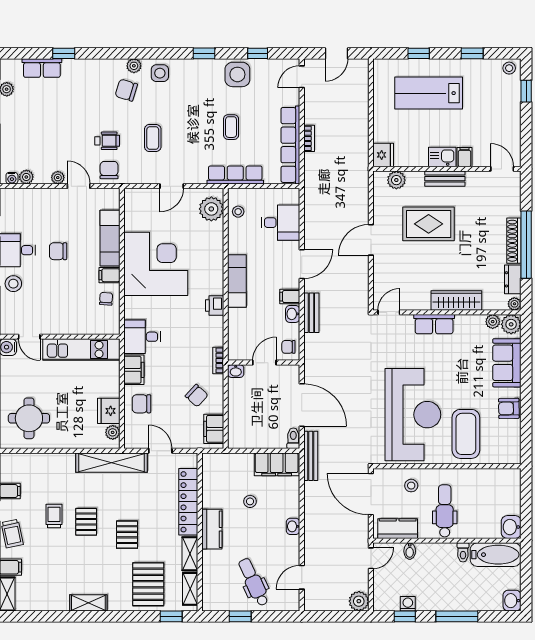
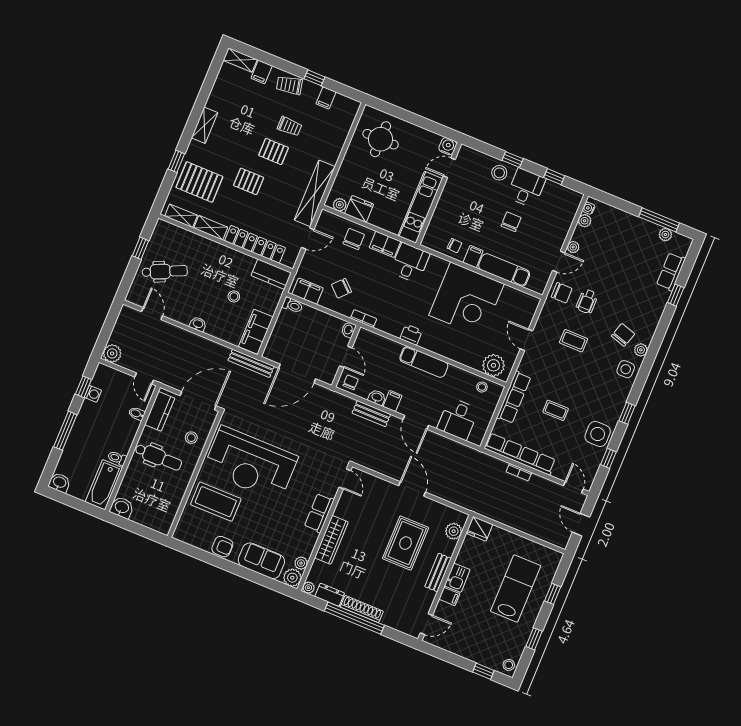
armchair: (509, 408) -> (222, 547), turned 91
toilet: (293, 438) -> (292, 305), moved
kitchen counter: (212, 529) -> (271, 274), moved
window: (171, 616) -> (176, 161), moved

